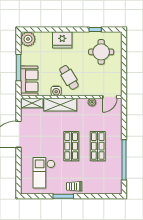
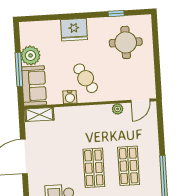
plant: (28, 39) -> (31, 55), moved
shelving: (60, 105) -> (76, 114), removed

